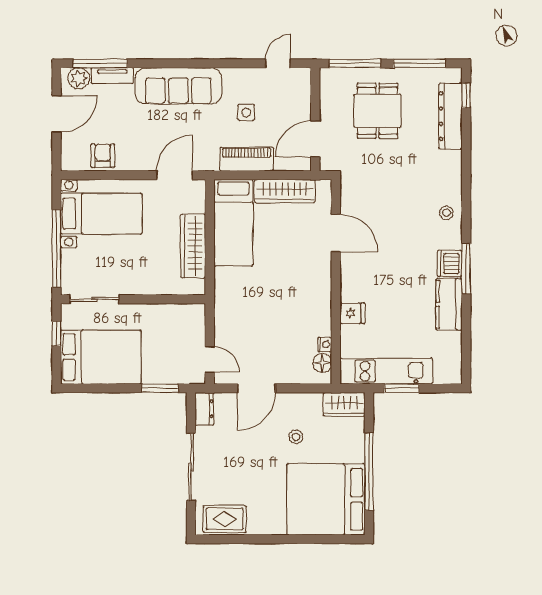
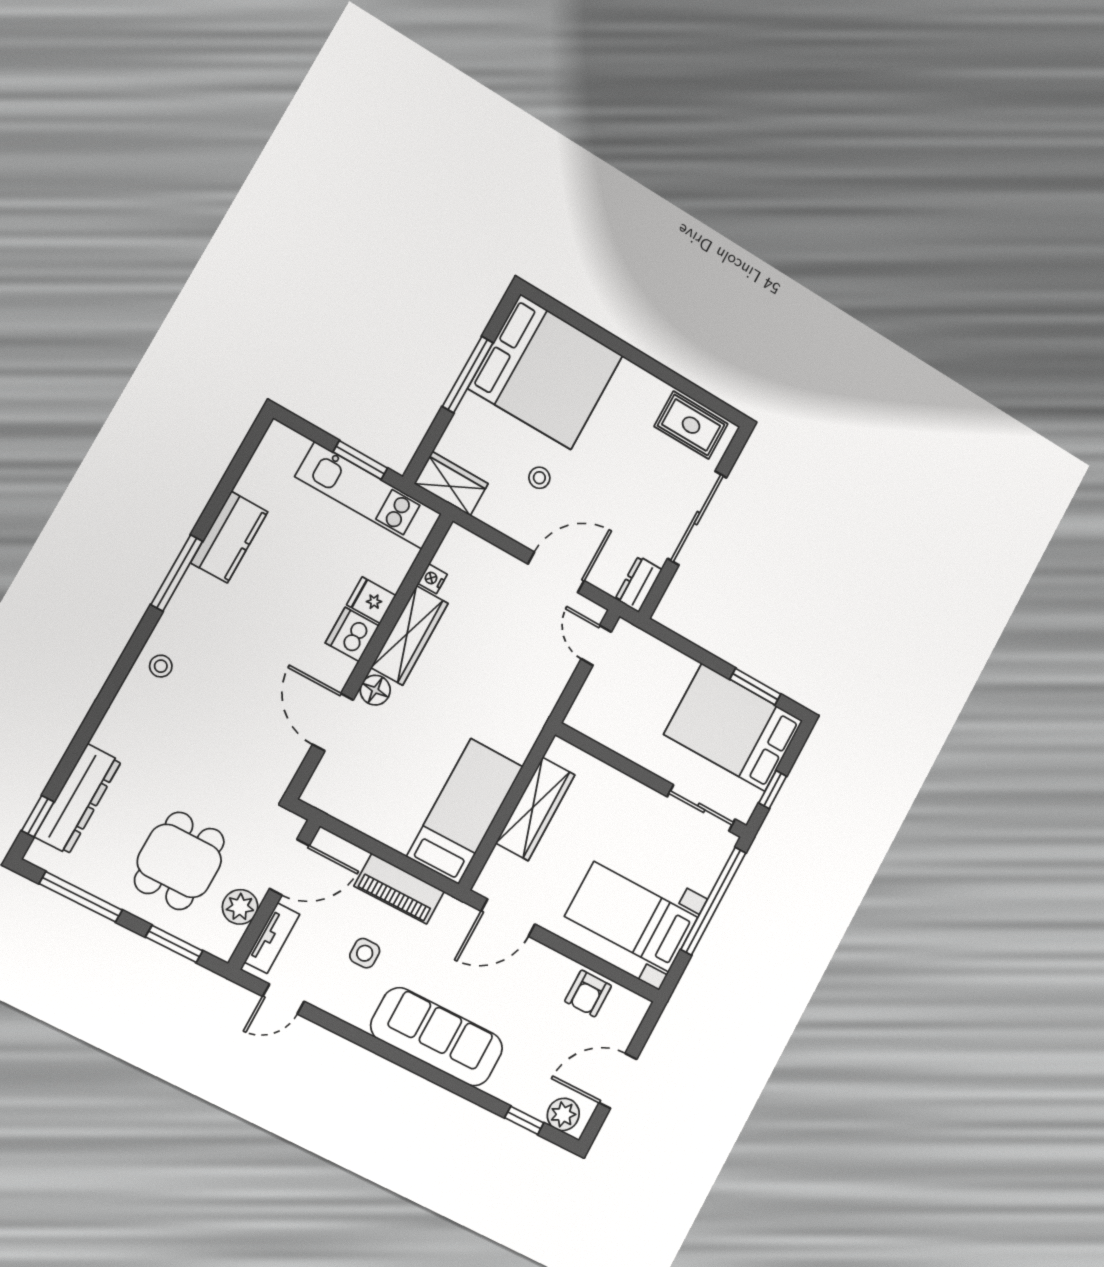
window: (100, 63) -> (524, 1120), width x0.46
window: (355, 63) -> (174, 944), width x0.69
tv unit: (112, 76) -> (272, 938), moved, turned 90
plant: (330, 103) -> (240, 907), added
wardrobe: (285, 191) -> (410, 635), moved, turned 90
dishwasher: (450, 263) -> (352, 634), moved, turned 180
floor lamp: (322, 363) -> (375, 690), moved
window: (160, 388) -> (755, 687), moved
window: (369, 472) -> (468, 375), width x0.68

